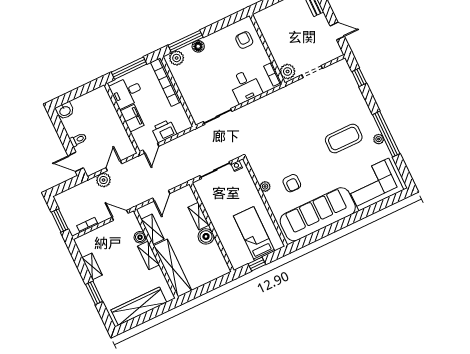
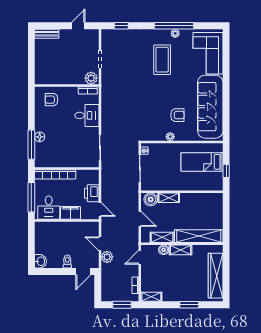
plant: (177, 58) -> (41, 157), removed
boiler: (206, 236) -> (151, 199), moved
shelving: (92, 266) -> (151, 297), moved

